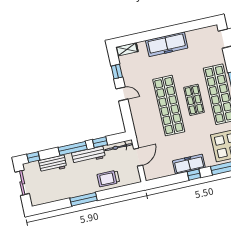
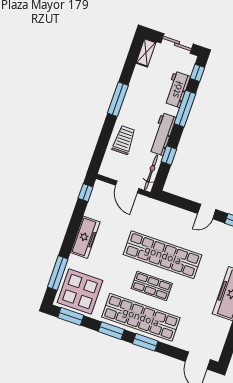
window: (73, 148) -> (185, 109), moved
window: (194, 175) -> (86, 193), moved
shelving: (41, 200) -> (146, 53), added

